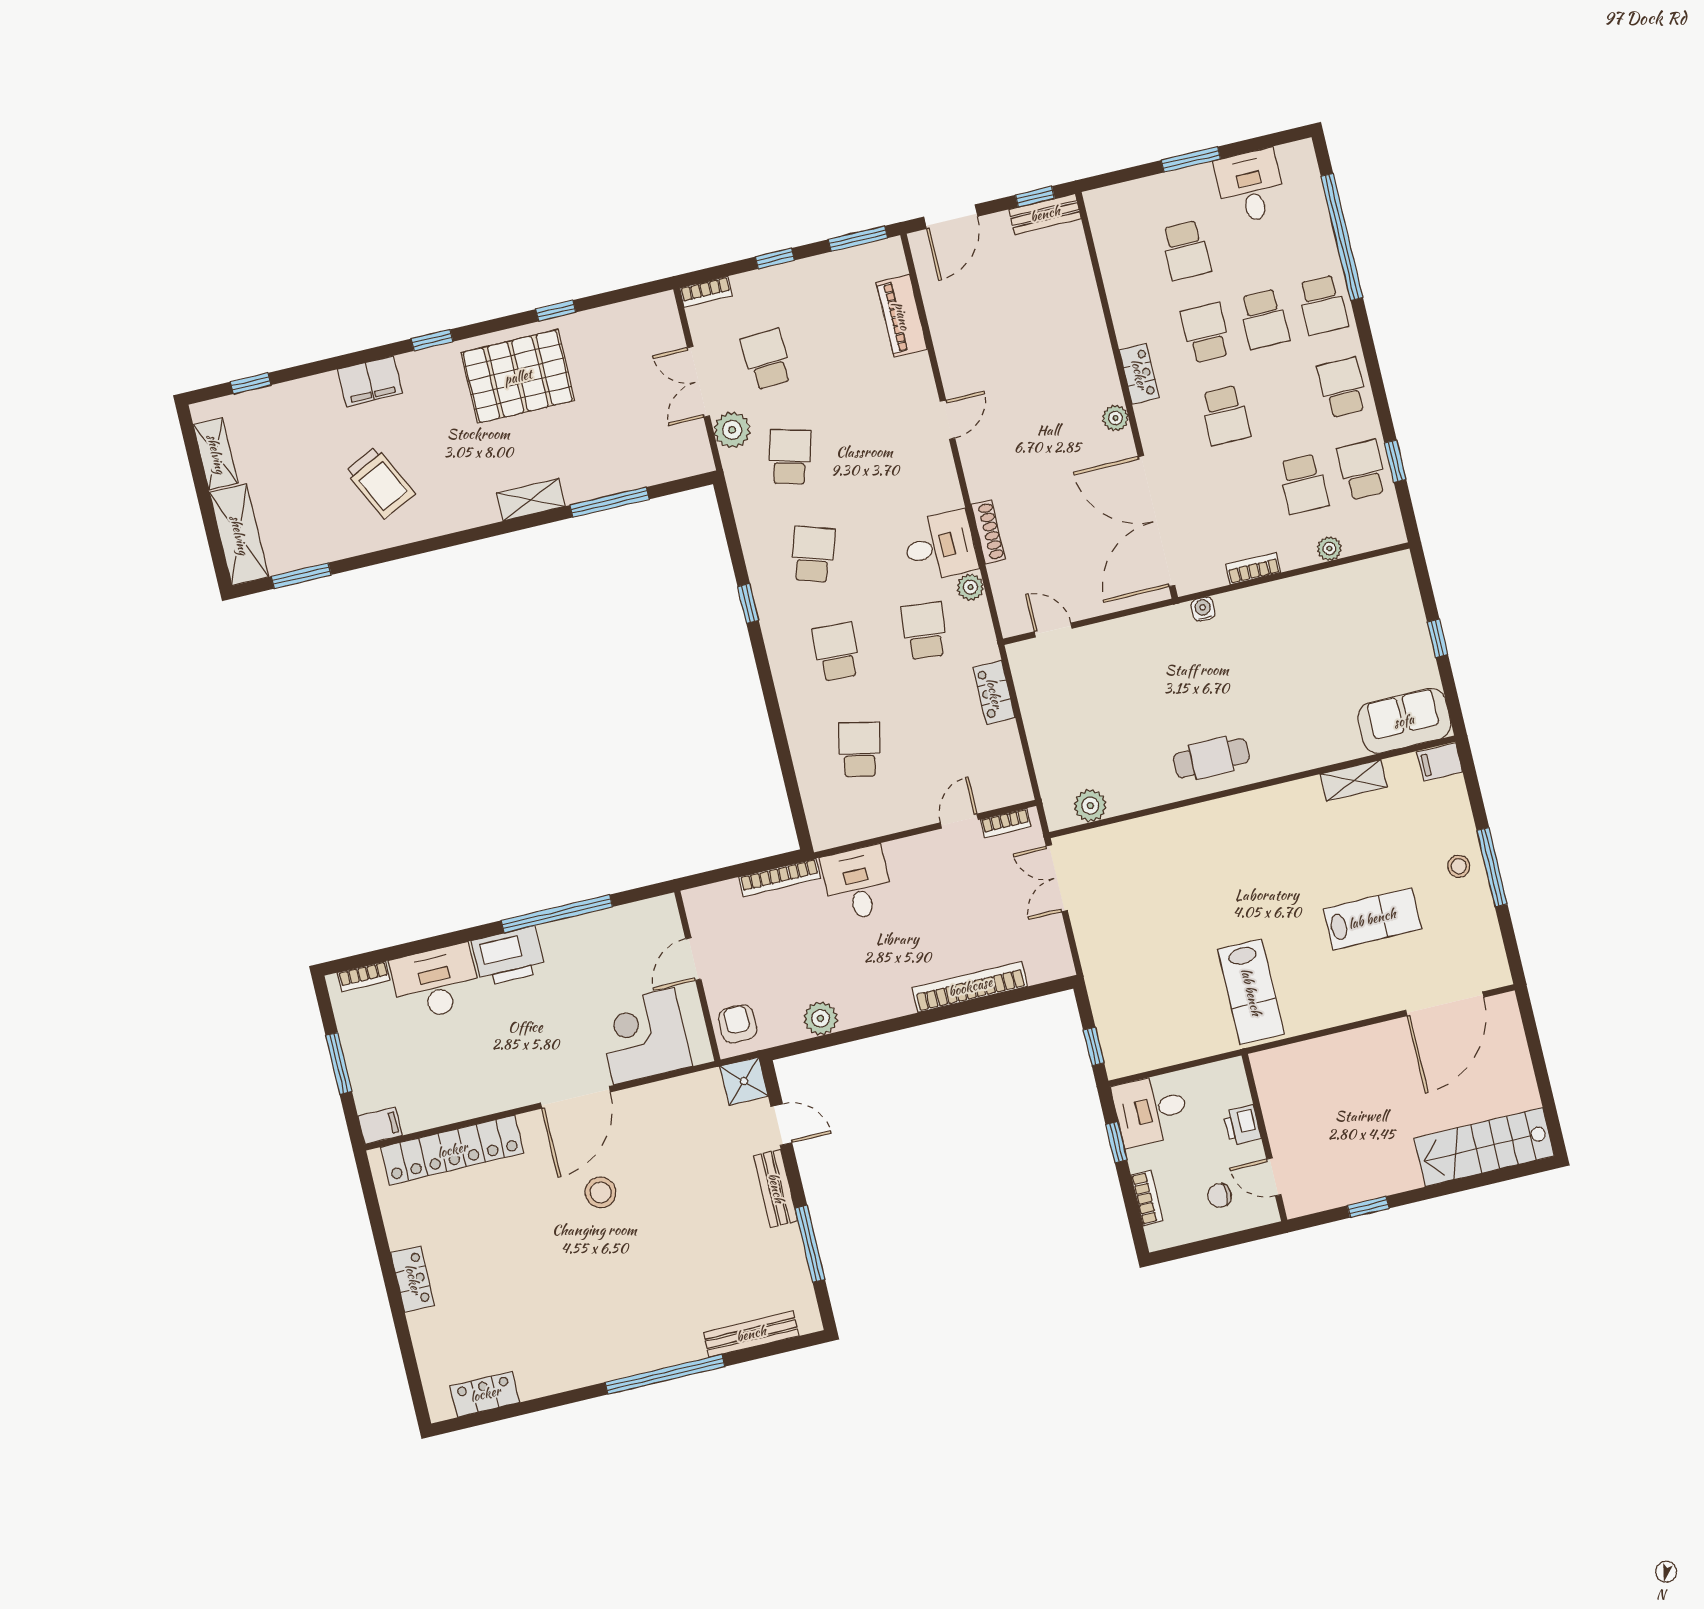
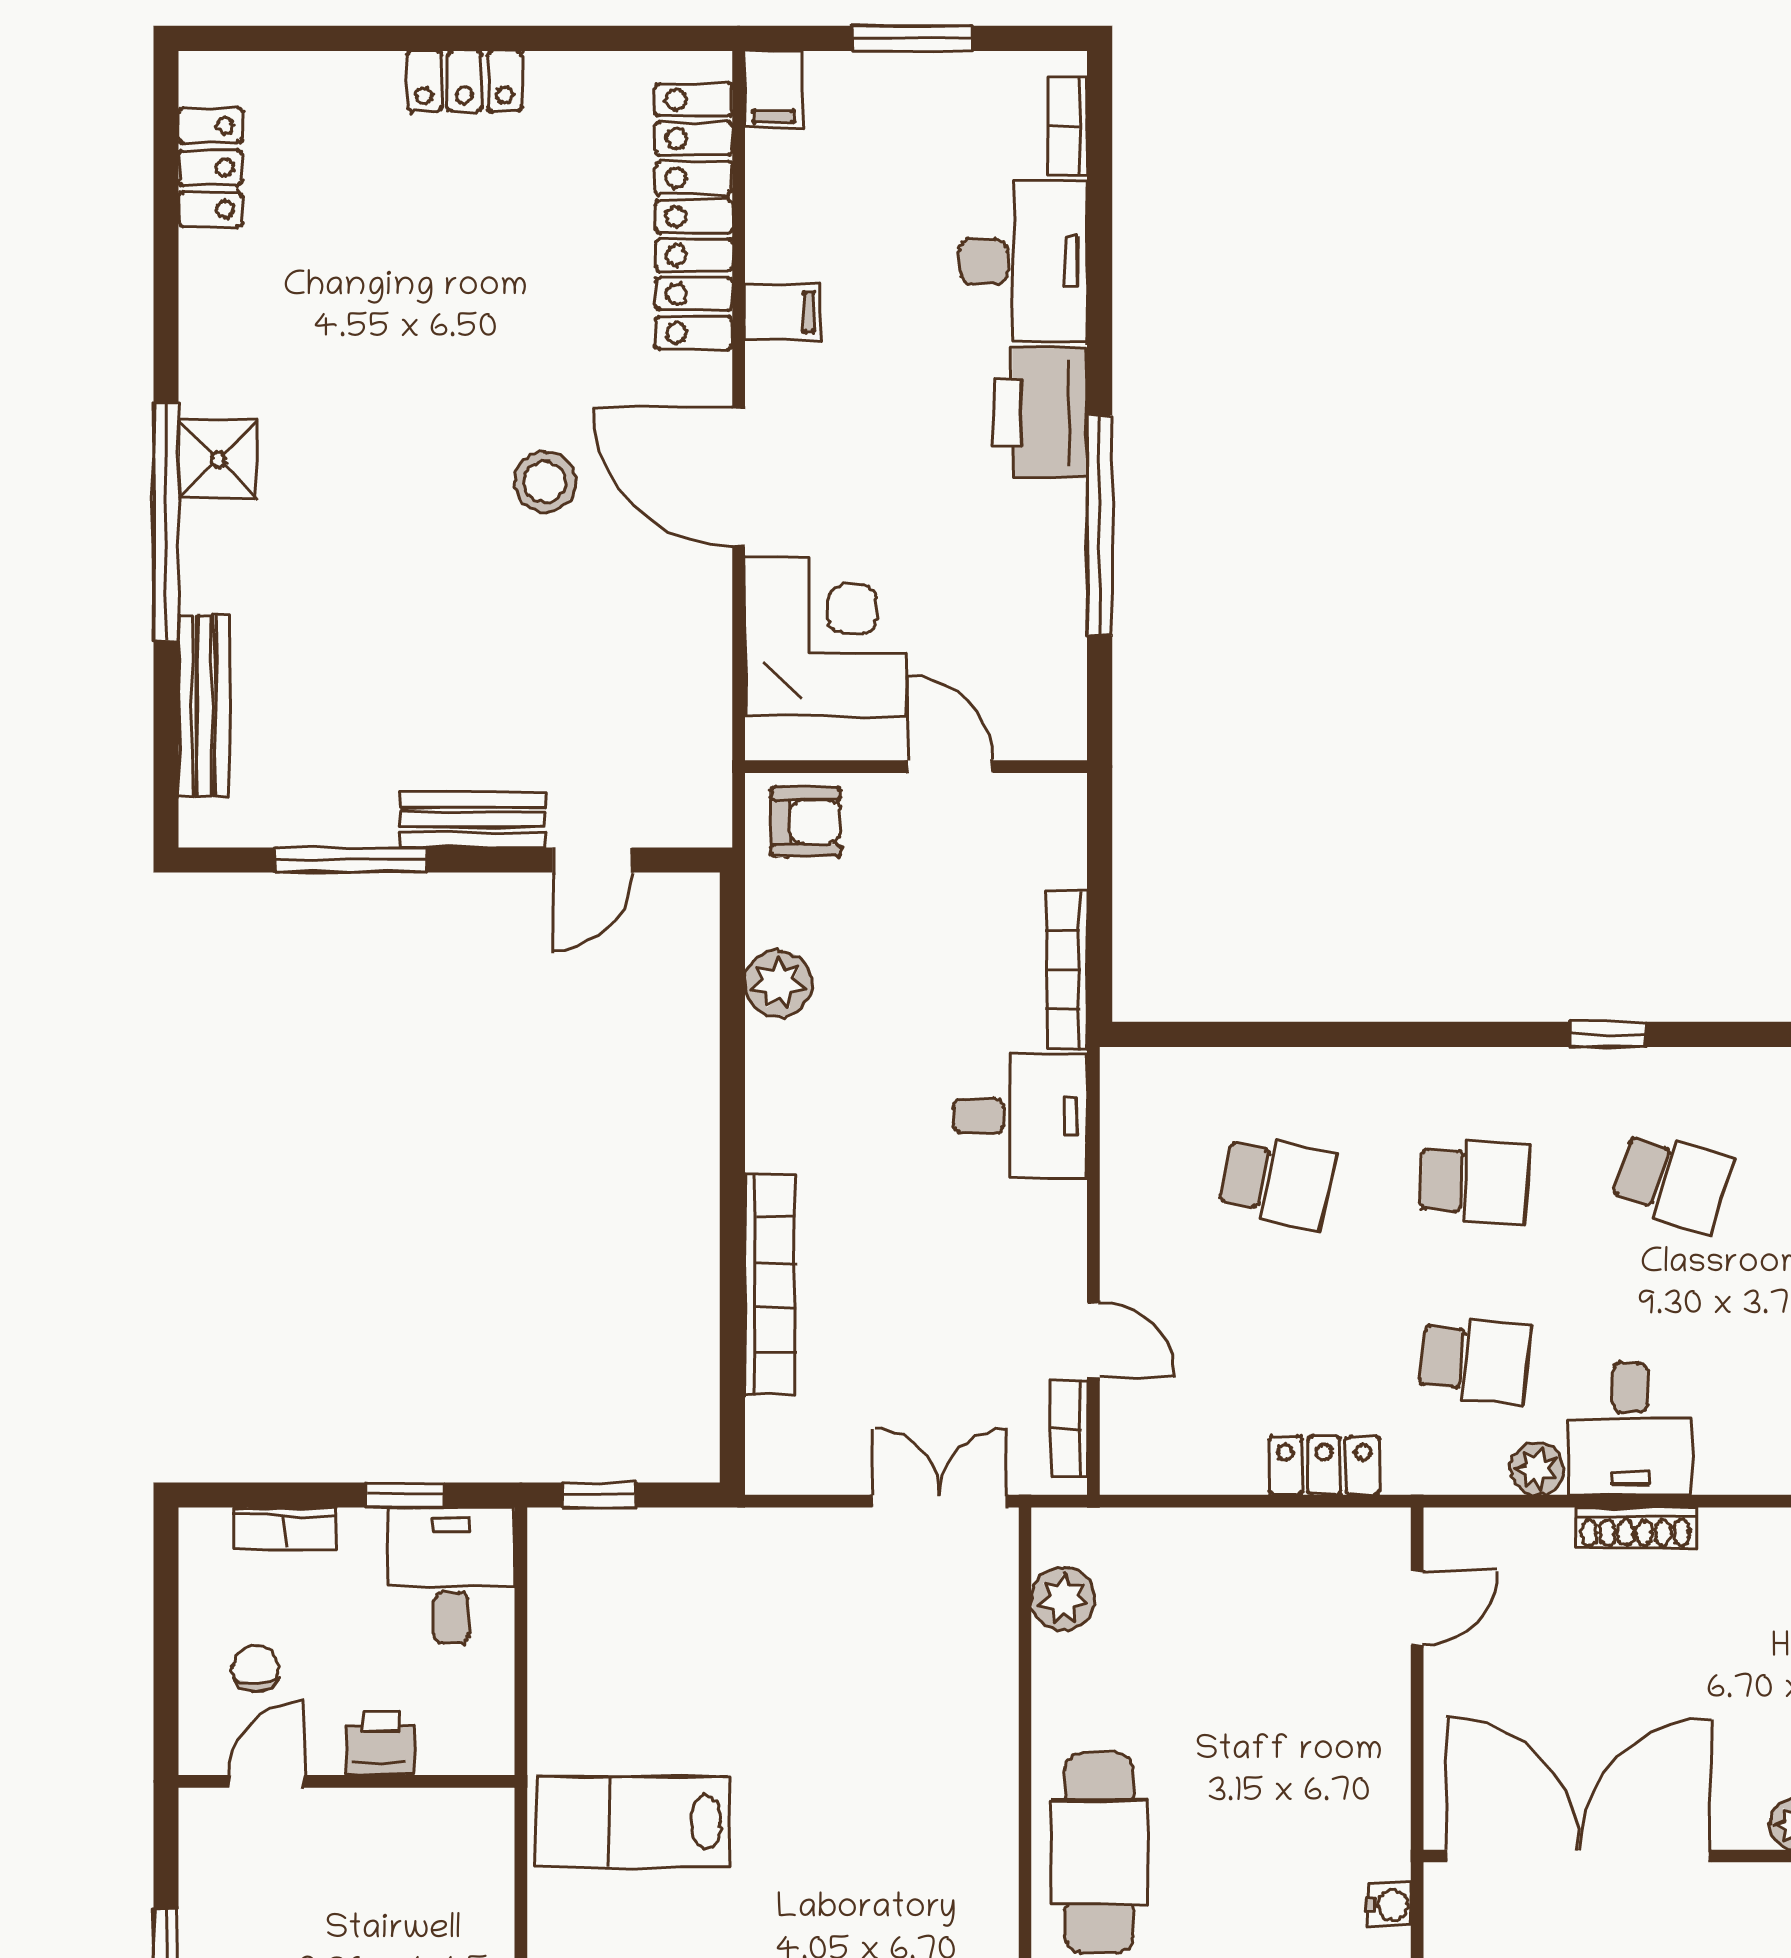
cafe table: (1211, 758) -> (1099, 1853), width x1.37, depth x1.35
shower: (744, 1081) -> (218, 459), moved
filing cabinet: (489, 1095) -> (782, 312), added

